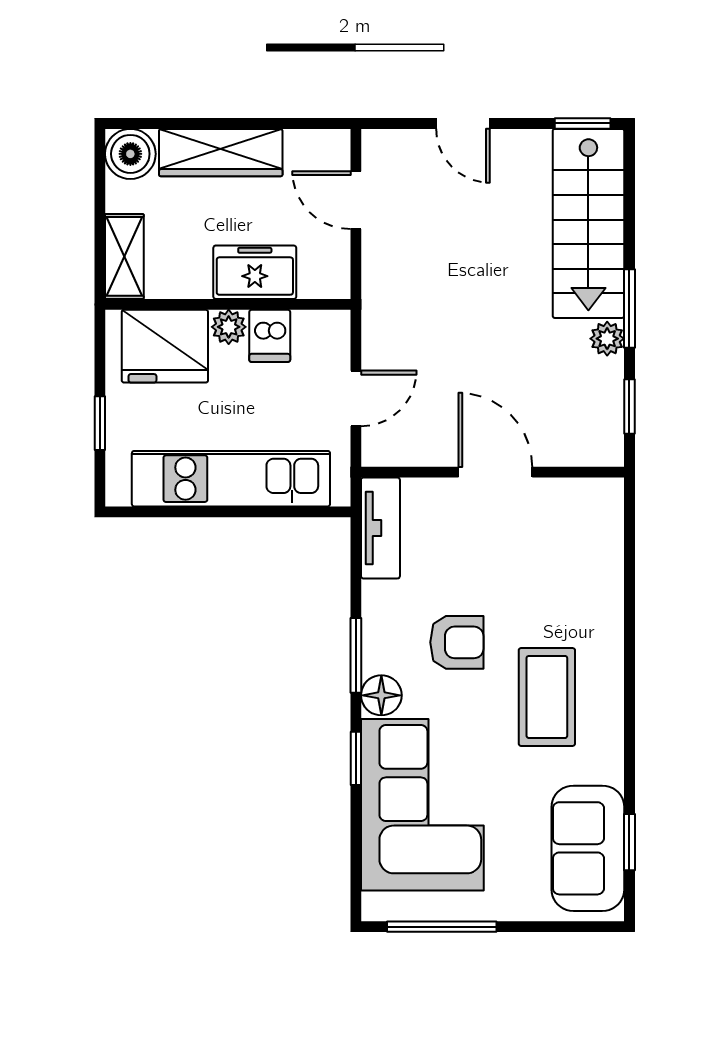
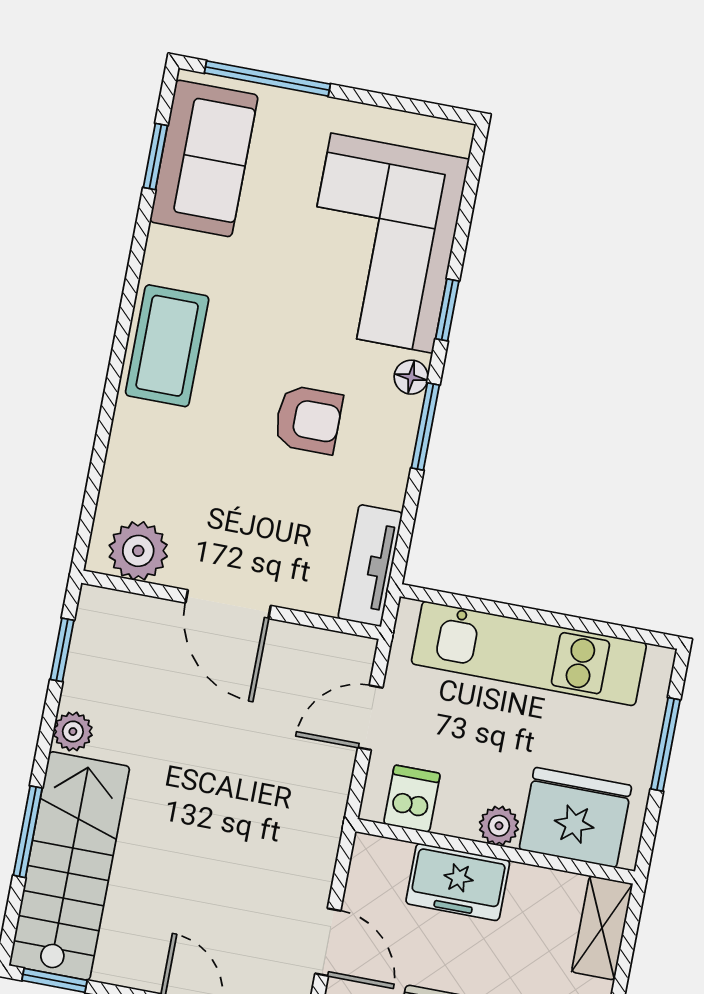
window: (629, 309) -> (28, 832), moved
dishwasher: (270, 336) -> (412, 799), moved
window: (100, 423) -> (665, 744), width x1.50
plant: (581, 503) -> (138, 551), added
armchair: (457, 642) -> (308, 420), turned 180
floor lamp: (381, 695) -> (411, 377), width x0.73, depth x0.73
coffee table: (547, 697) -> (167, 346), moved
window: (442, 927) -> (267, 78), moved

